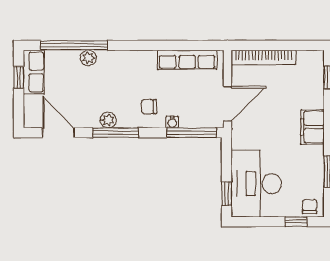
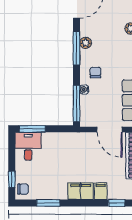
filing cabinet: (312, 99) -> (101, 191), added
door: (227, 104) -> (110, 130), moved
desk: (256, 184) -> (28, 146), width x0.53, depth x0.77
window: (227, 194) -> (32, 129), width x1.50

